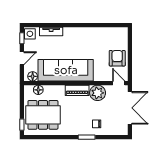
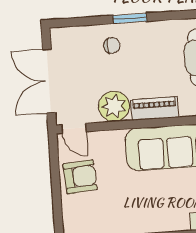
armchair: (117, 58) -> (80, 177), turned -95

